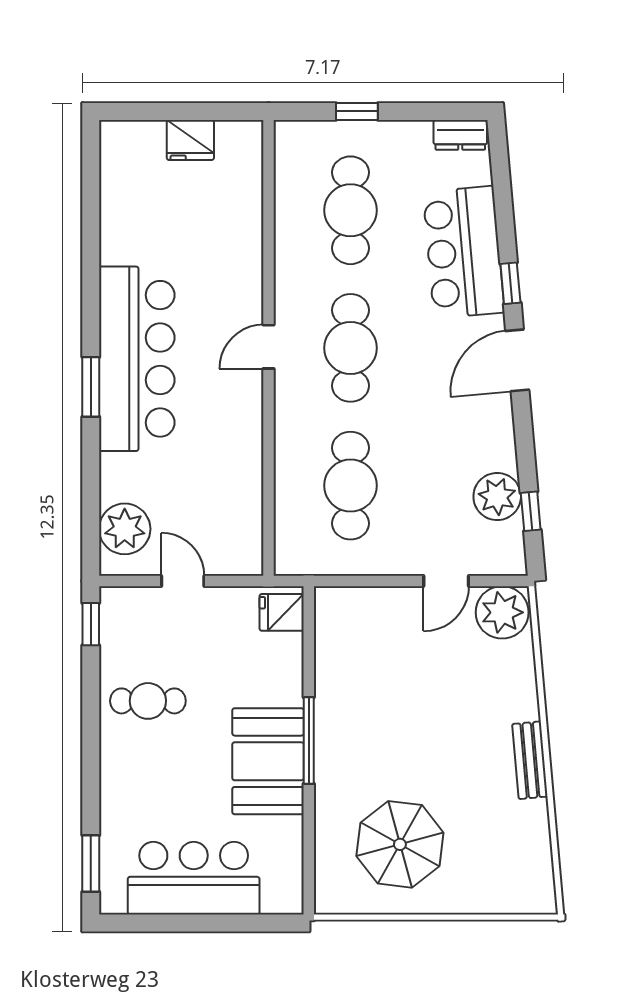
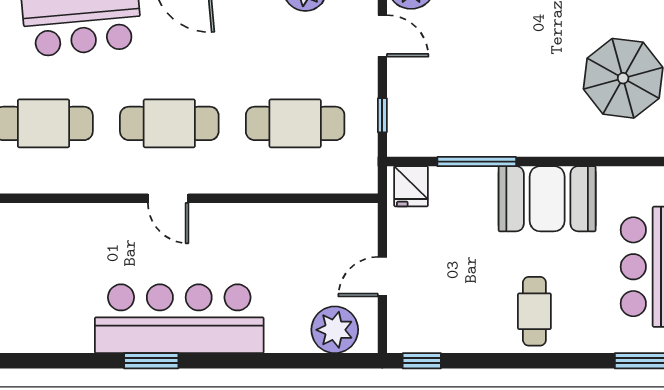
window: (91, 387) -> (151, 361), moved
window: (359, 581) -> (382, 115), added
cafe table: (148, 701) -> (534, 311), moved
window: (309, 740) -> (477, 162), moved

